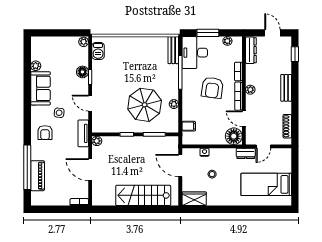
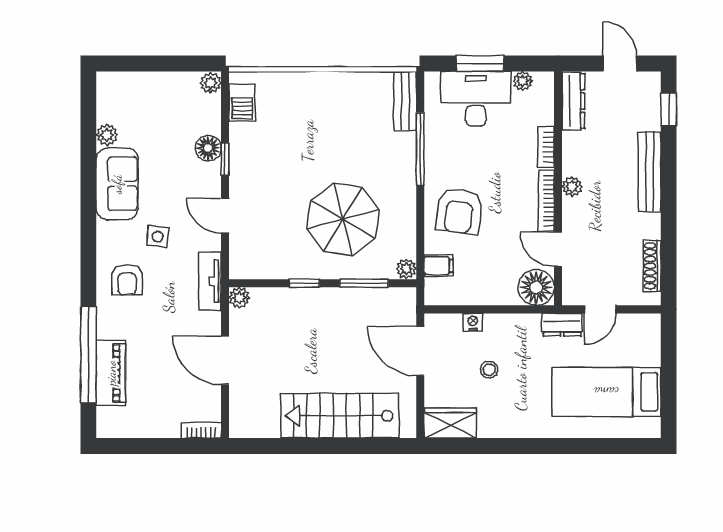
desk: (195, 53) -> (476, 99), moved, turned 90
armchair: (212, 88) -> (459, 211), moved
bench: (286, 88) -> (650, 172), width x1.36
plant: (174, 104) -> (406, 269), moved

